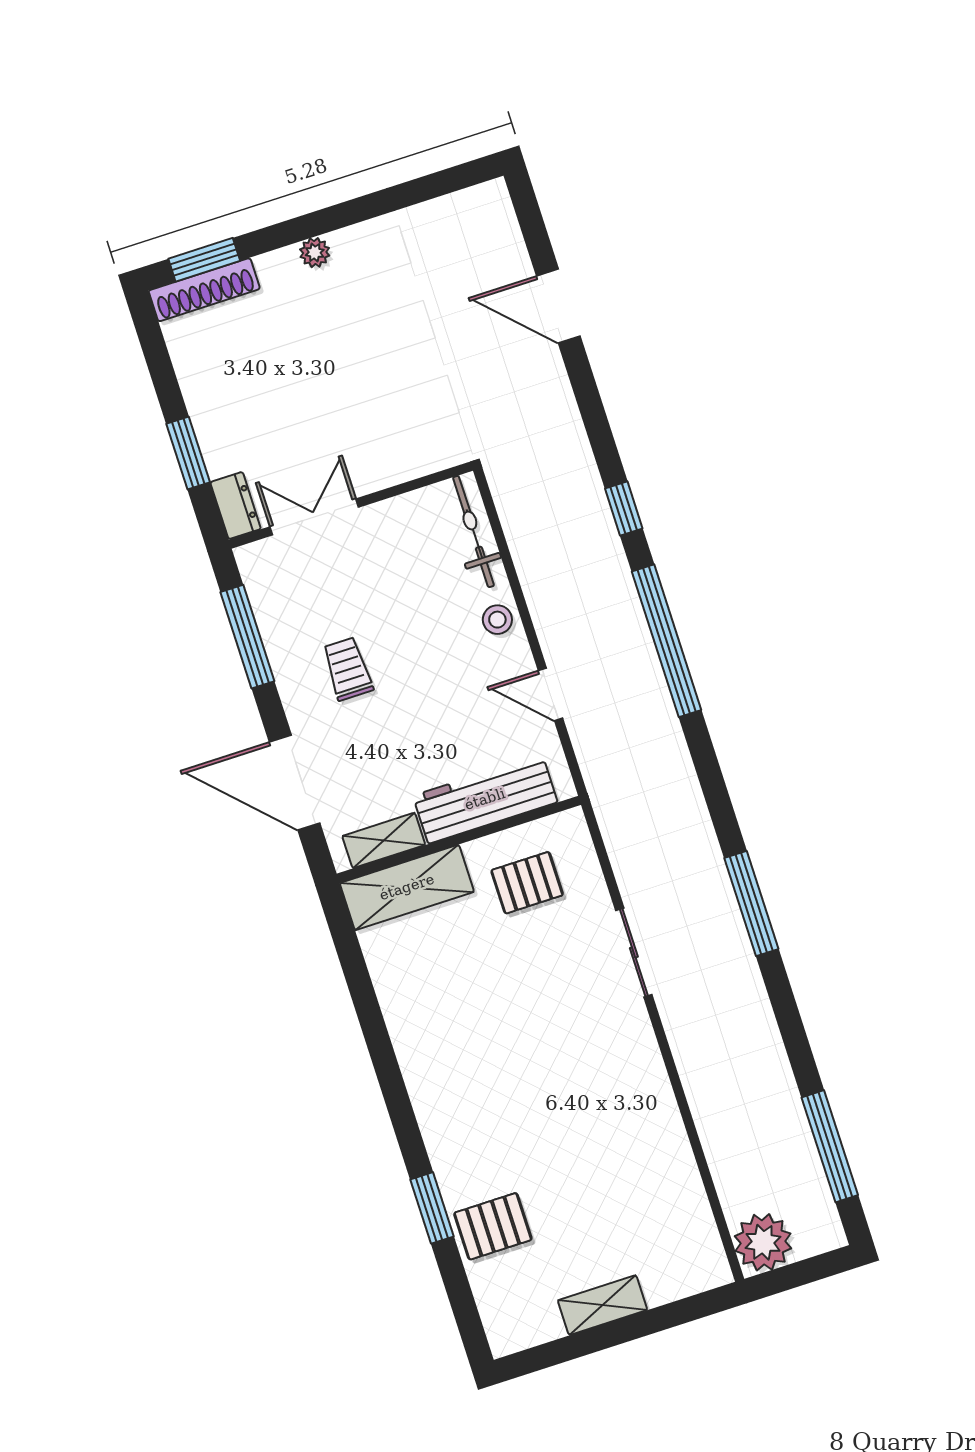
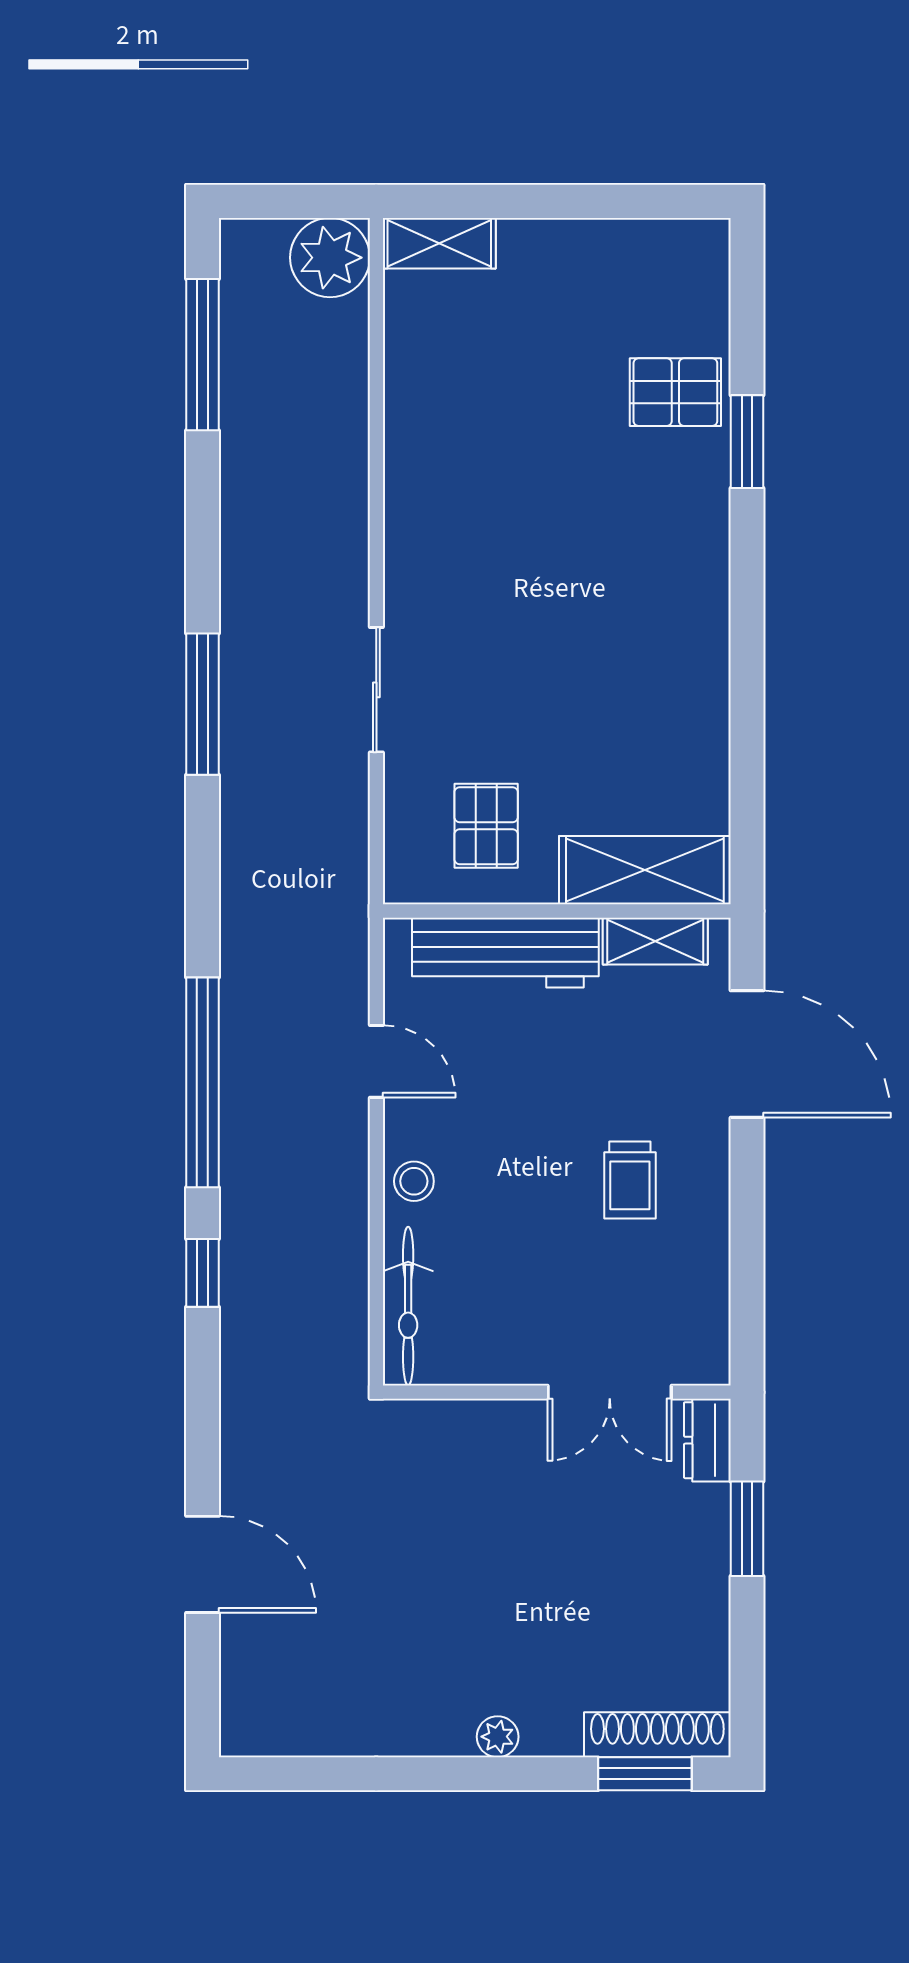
window: (247, 637) -> (747, 1264), removed
pallet: (527, 883) -> (486, 826), turned 90
shelving: (603, 1305) -> (439, 243), moved

